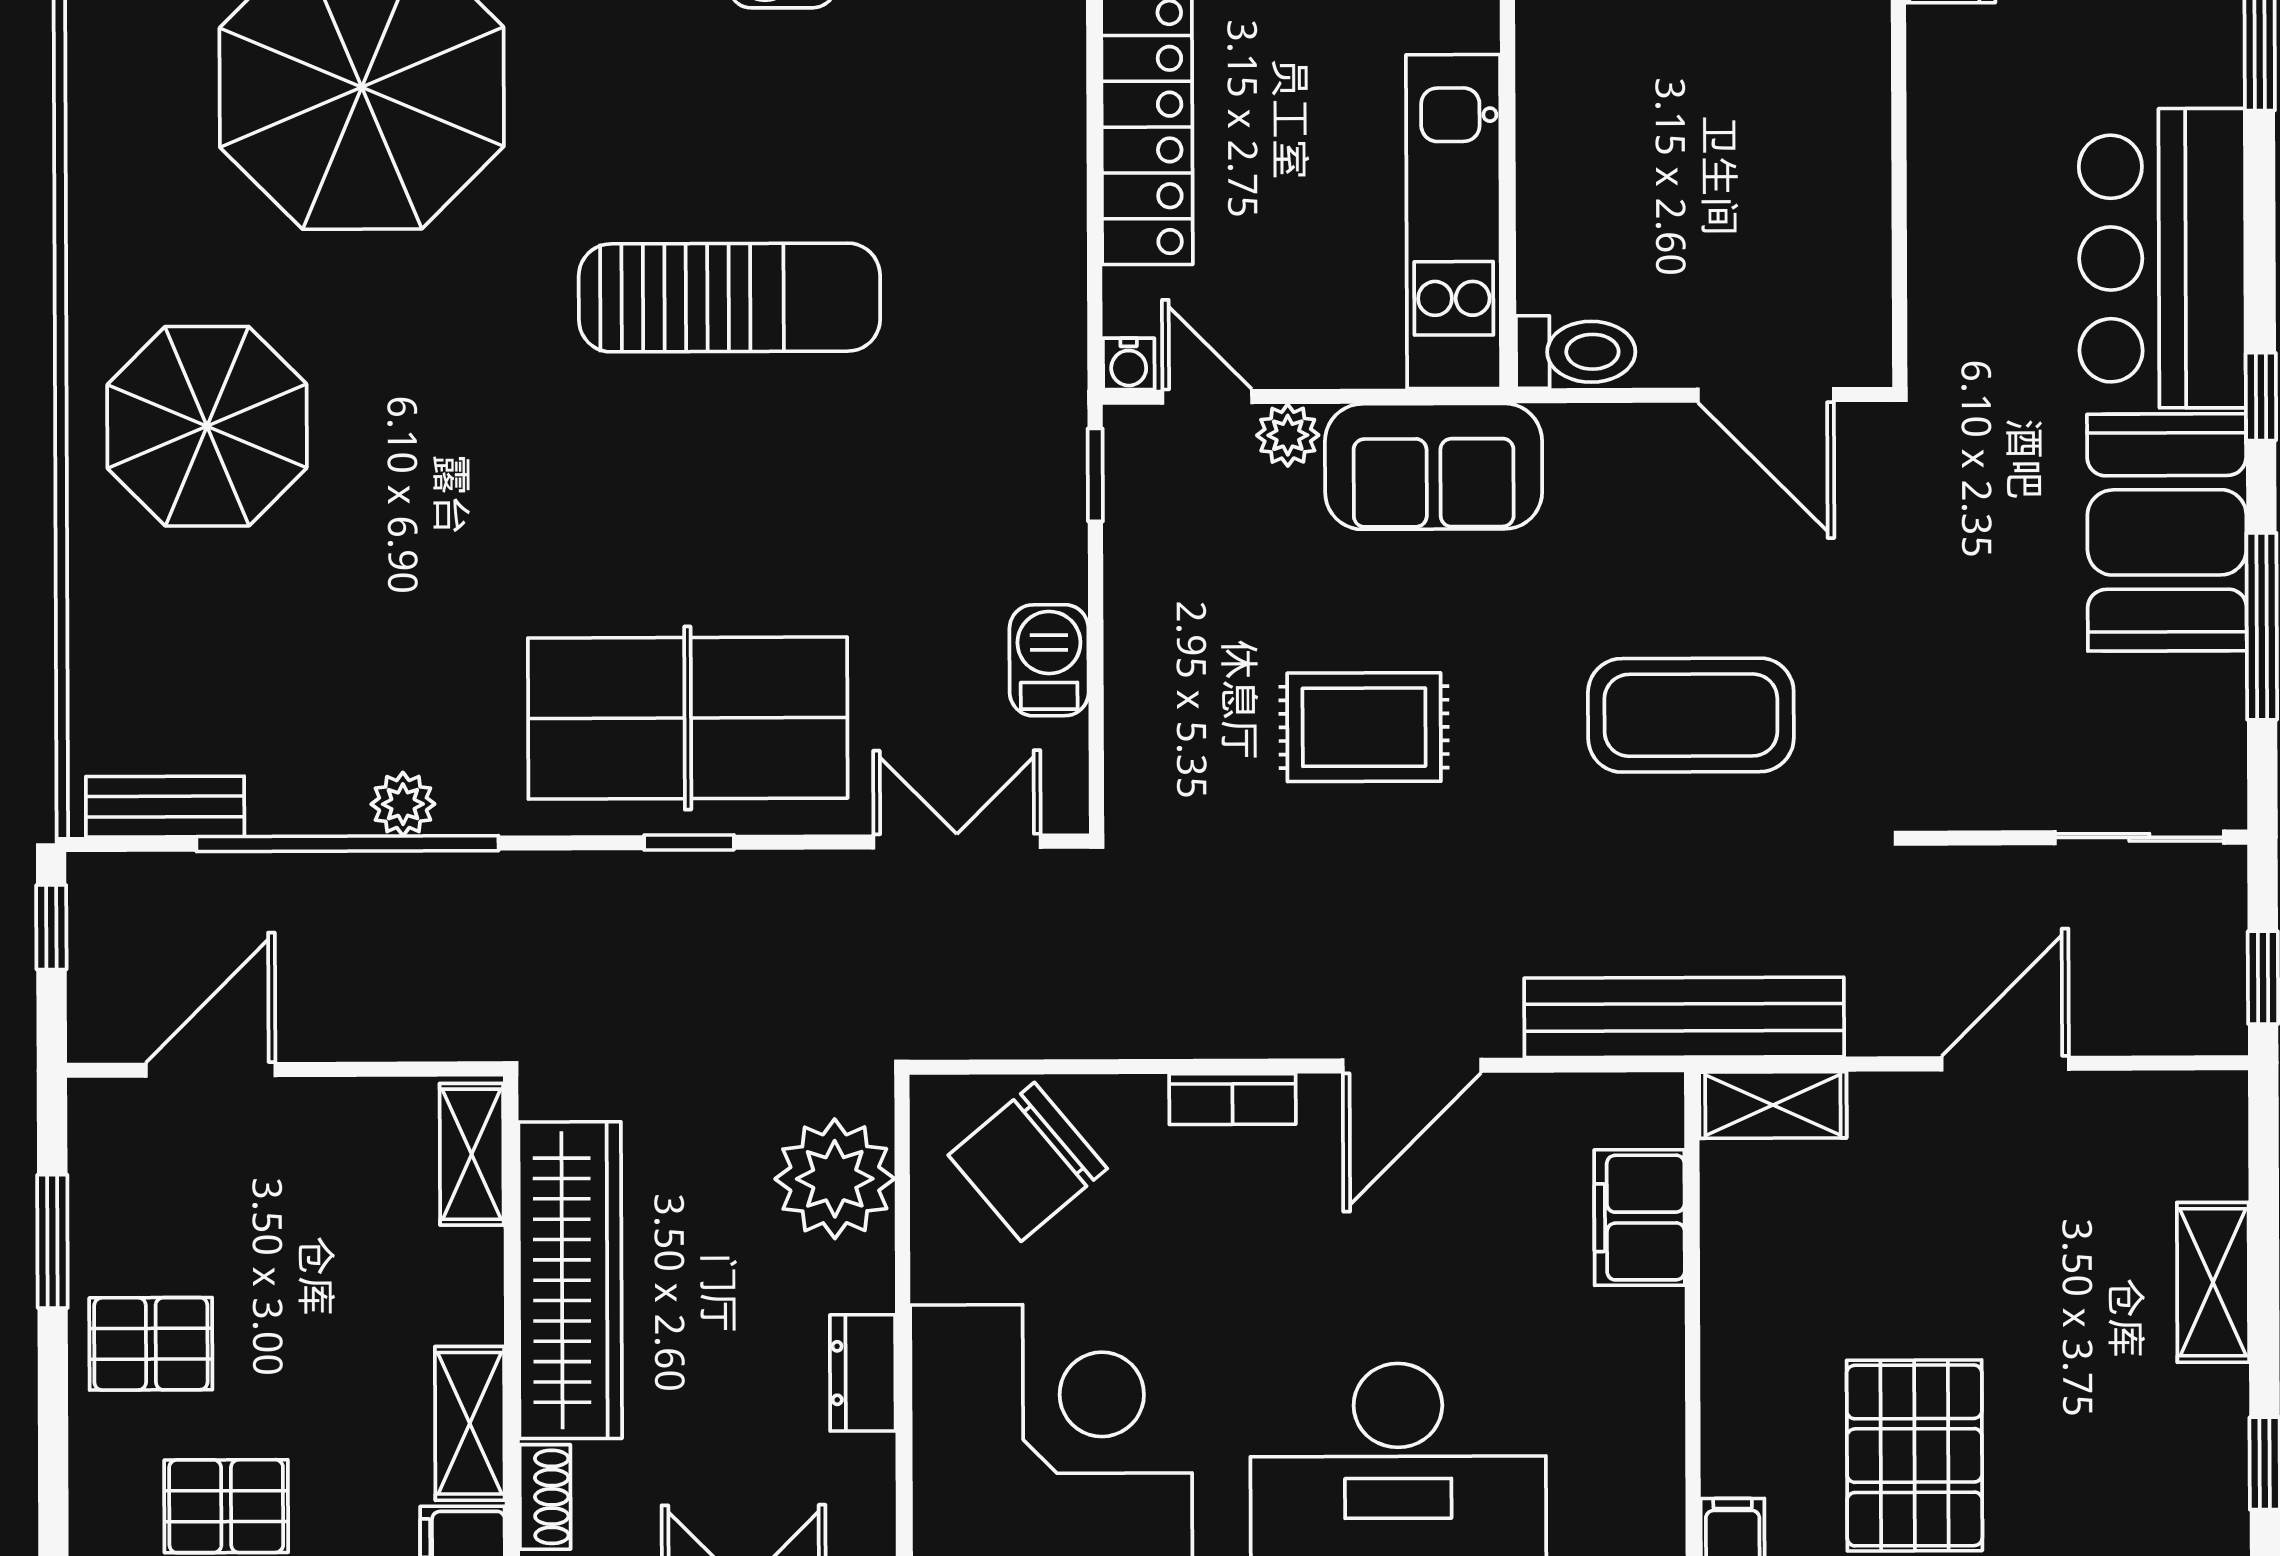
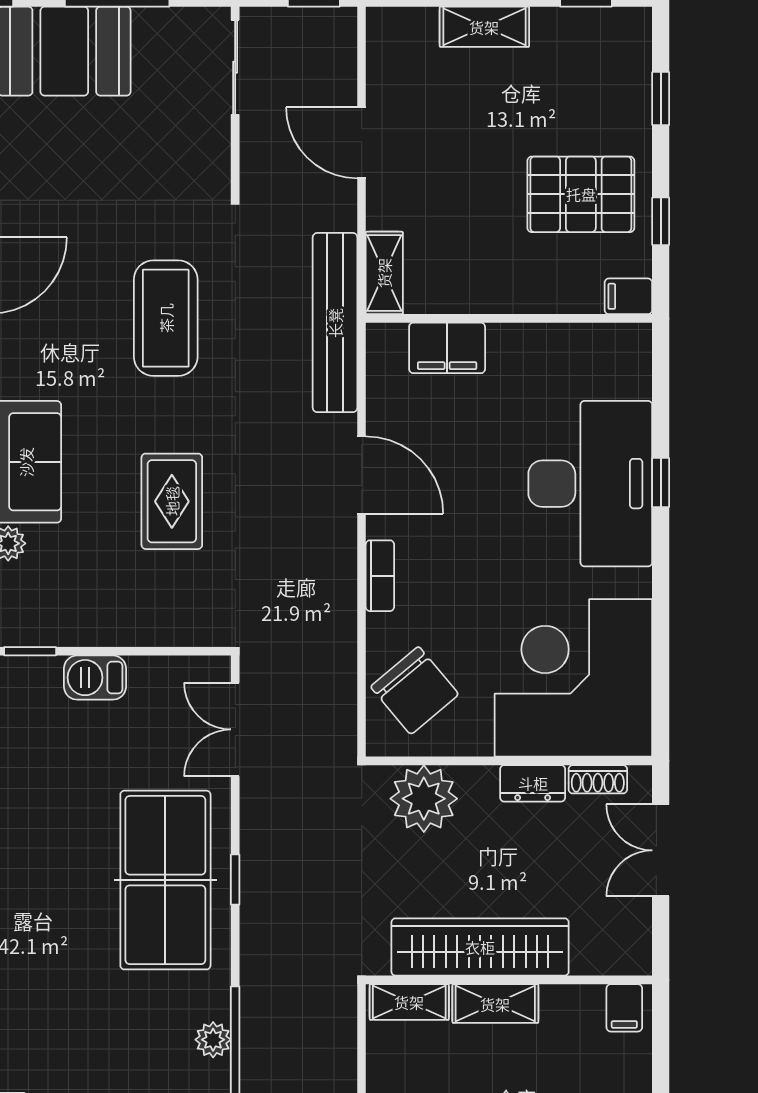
barbecue: (1049, 660) -> (95, 678), moved
shelving: (470, 1423) -> (495, 1004), moved
shoe rack: (545, 1497) -> (598, 779), moved, turned 180

